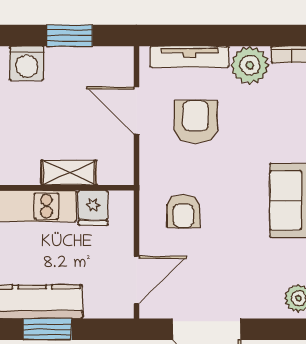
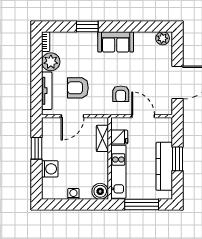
shelving: (69, 173) -> (102, 138), moved
armchair: (183, 211) -> (121, 94), turned 90
door: (136, 280) -> (143, 116), moved

